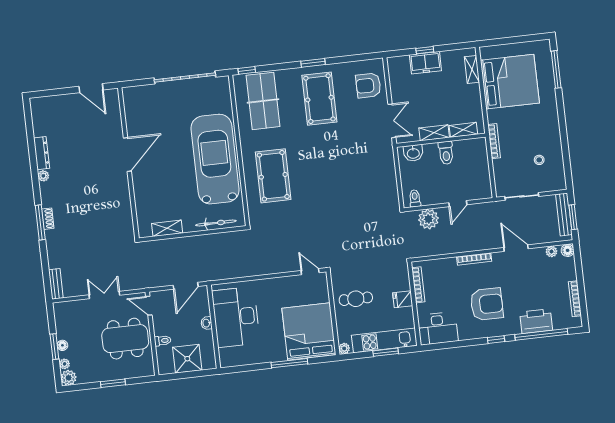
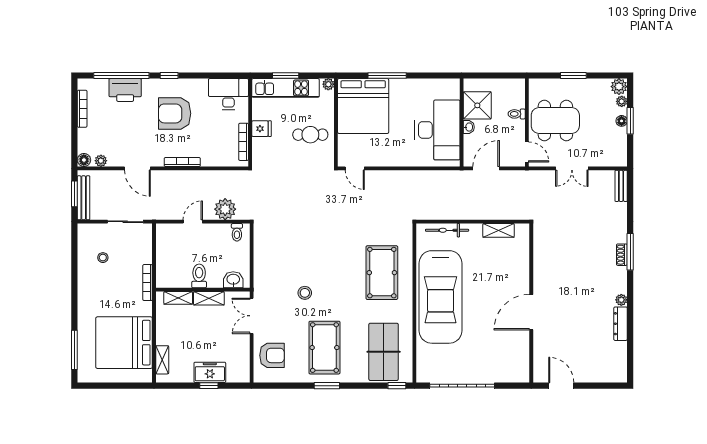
stool: (344, 148) -> (305, 293), added
shower: (187, 359) -> (477, 105), moved

